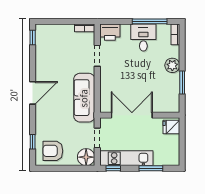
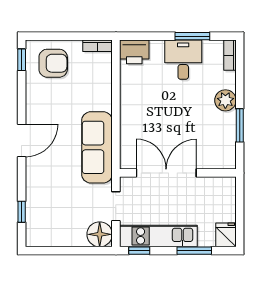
window: (150, 21) -> (192, 36), width x0.69
doorway: (97, 56) -> (116, 86), removed
fridge: (171, 127) -> (226, 235), moved, turned 90
armchair: (53, 151) -> (53, 63), moved, turned 180

